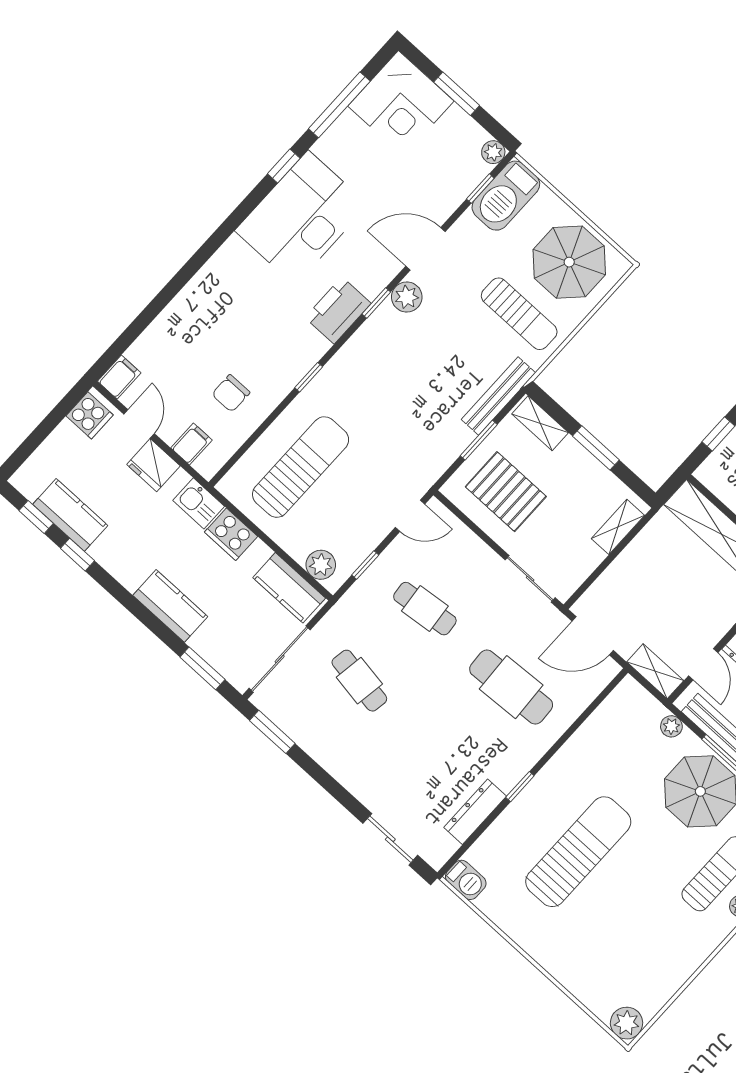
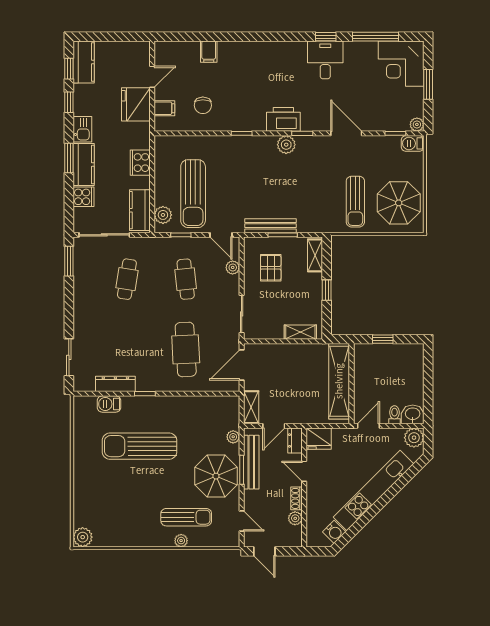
barbecue: (506, 196) -> (413, 143), width x0.53, depth x0.65
desk: (302, 218) -> (325, 60), width x0.53, depth x0.77
plant: (407, 297) -> (286, 145), moved
filing cabinet: (119, 377) -> (209, 52), moved, turned 90
chair: (231, 393) -> (203, 105), turned -90
bench: (498, 396) -> (271, 226), moved
cooker: (90, 415) -> (83, 197), moved, turned -90
window: (596, 448) -> (327, 290), width x0.67
fridge: (153, 465) -> (136, 104), width x1.36, depth x1.34
sun lounger: (301, 467) -> (193, 194), moved, turned 90
pallet: (506, 492) -> (271, 268), width x0.67, depth x0.71
kitchen sink: (199, 503) -> (82, 129), moved, turned 180
kitchen counter: (70, 515) -> (84, 62), moved
plant: (463, 538) -> (233, 267), added
door: (593, 636) -> (242, 365), hinge flipped
window: (202, 668) -> (69, 158), moved
sun lounger: (578, 852) -> (140, 446), turned 180
barbecue: (466, 880) -> (109, 404), moved, turned 90

